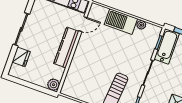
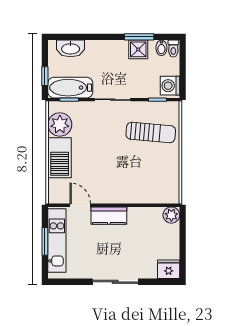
plant: (141, 25) -> (60, 124), width x1.87, depth x1.87
kitchen counter: (66, 47) -> (109, 216), width x0.67
fridge: (21, 57) -> (169, 269), moved

